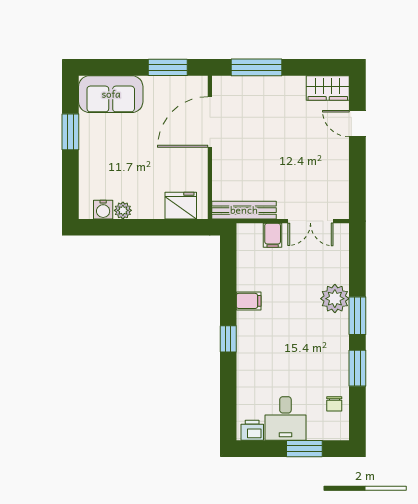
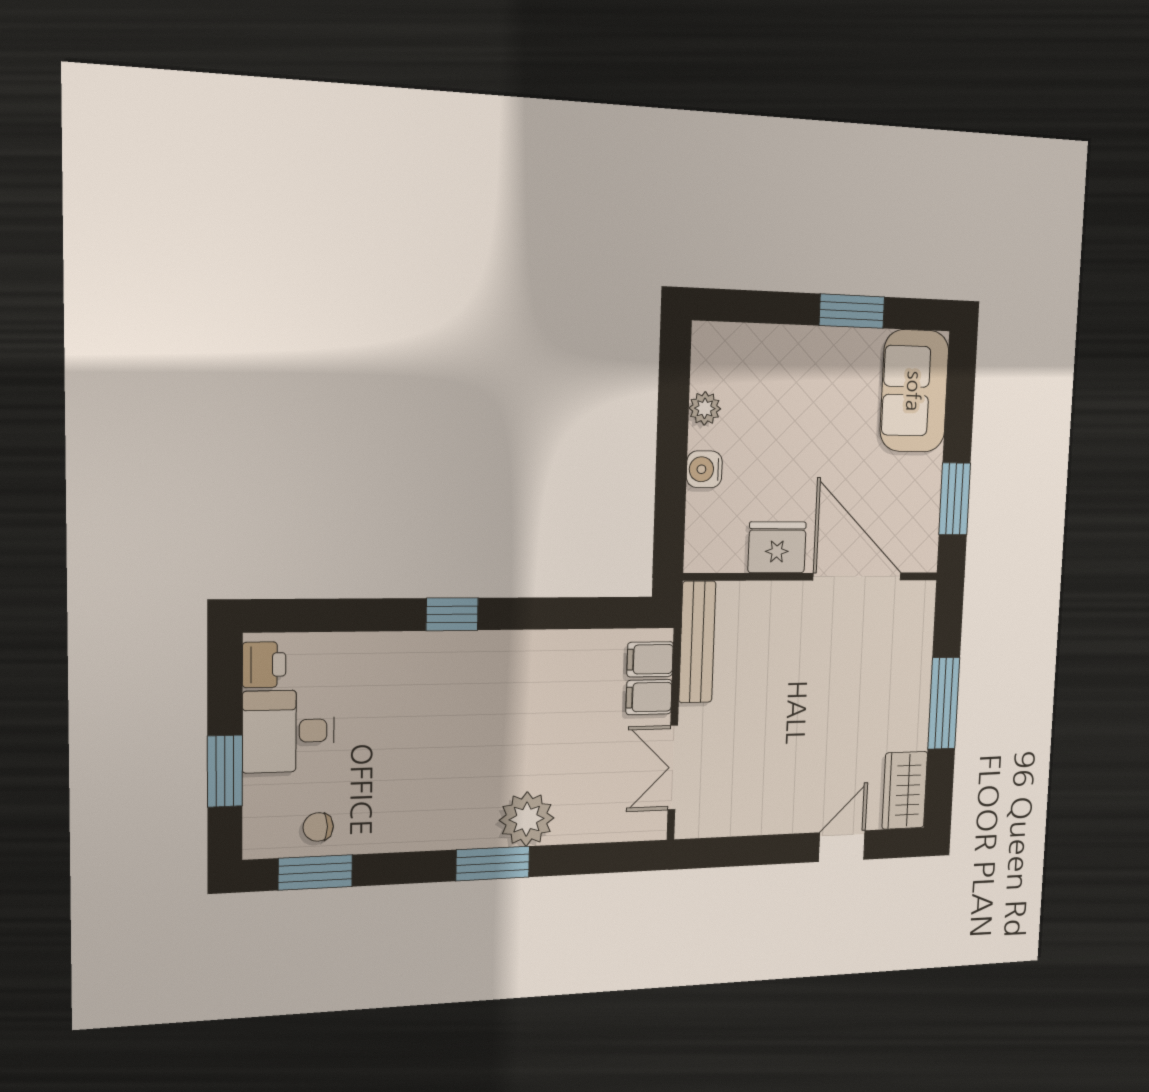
window: (256, 67) -> (944, 703), moved
fridge: (181, 206) -> (777, 547), moved, turned -90
water cooler: (103, 210) -> (704, 469), moved
filing cabinet: (249, 301) -> (650, 659), moved, turned 90
window: (357, 368) -> (315, 872), moved

